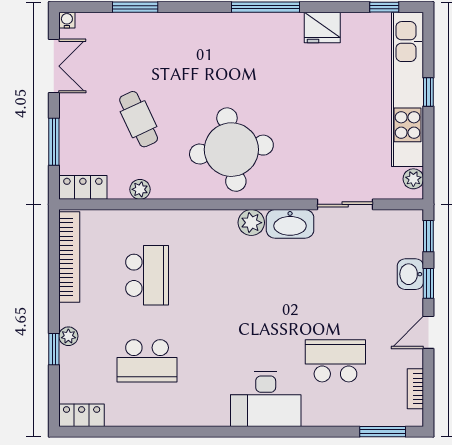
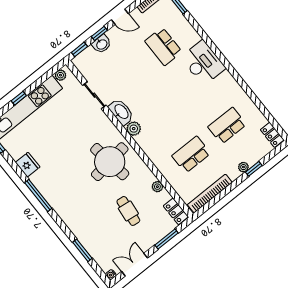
cafe table: (139, 119) -> (128, 211), turned -58
school desk: (147, 361) -> (227, 126), turned -90

